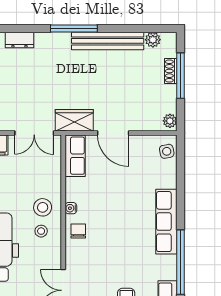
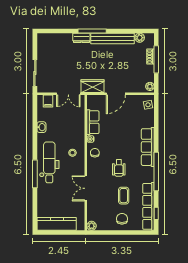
dresser: (19, 40) -> (81, 38), moved
door: (113, 133) -> (116, 94), hinge flipped
row of seats: (75, 156) -> (93, 122), moved
stool: (43, 207) -> (73, 138), removed
wheelchair: (118, 256) -> (119, 168), added

